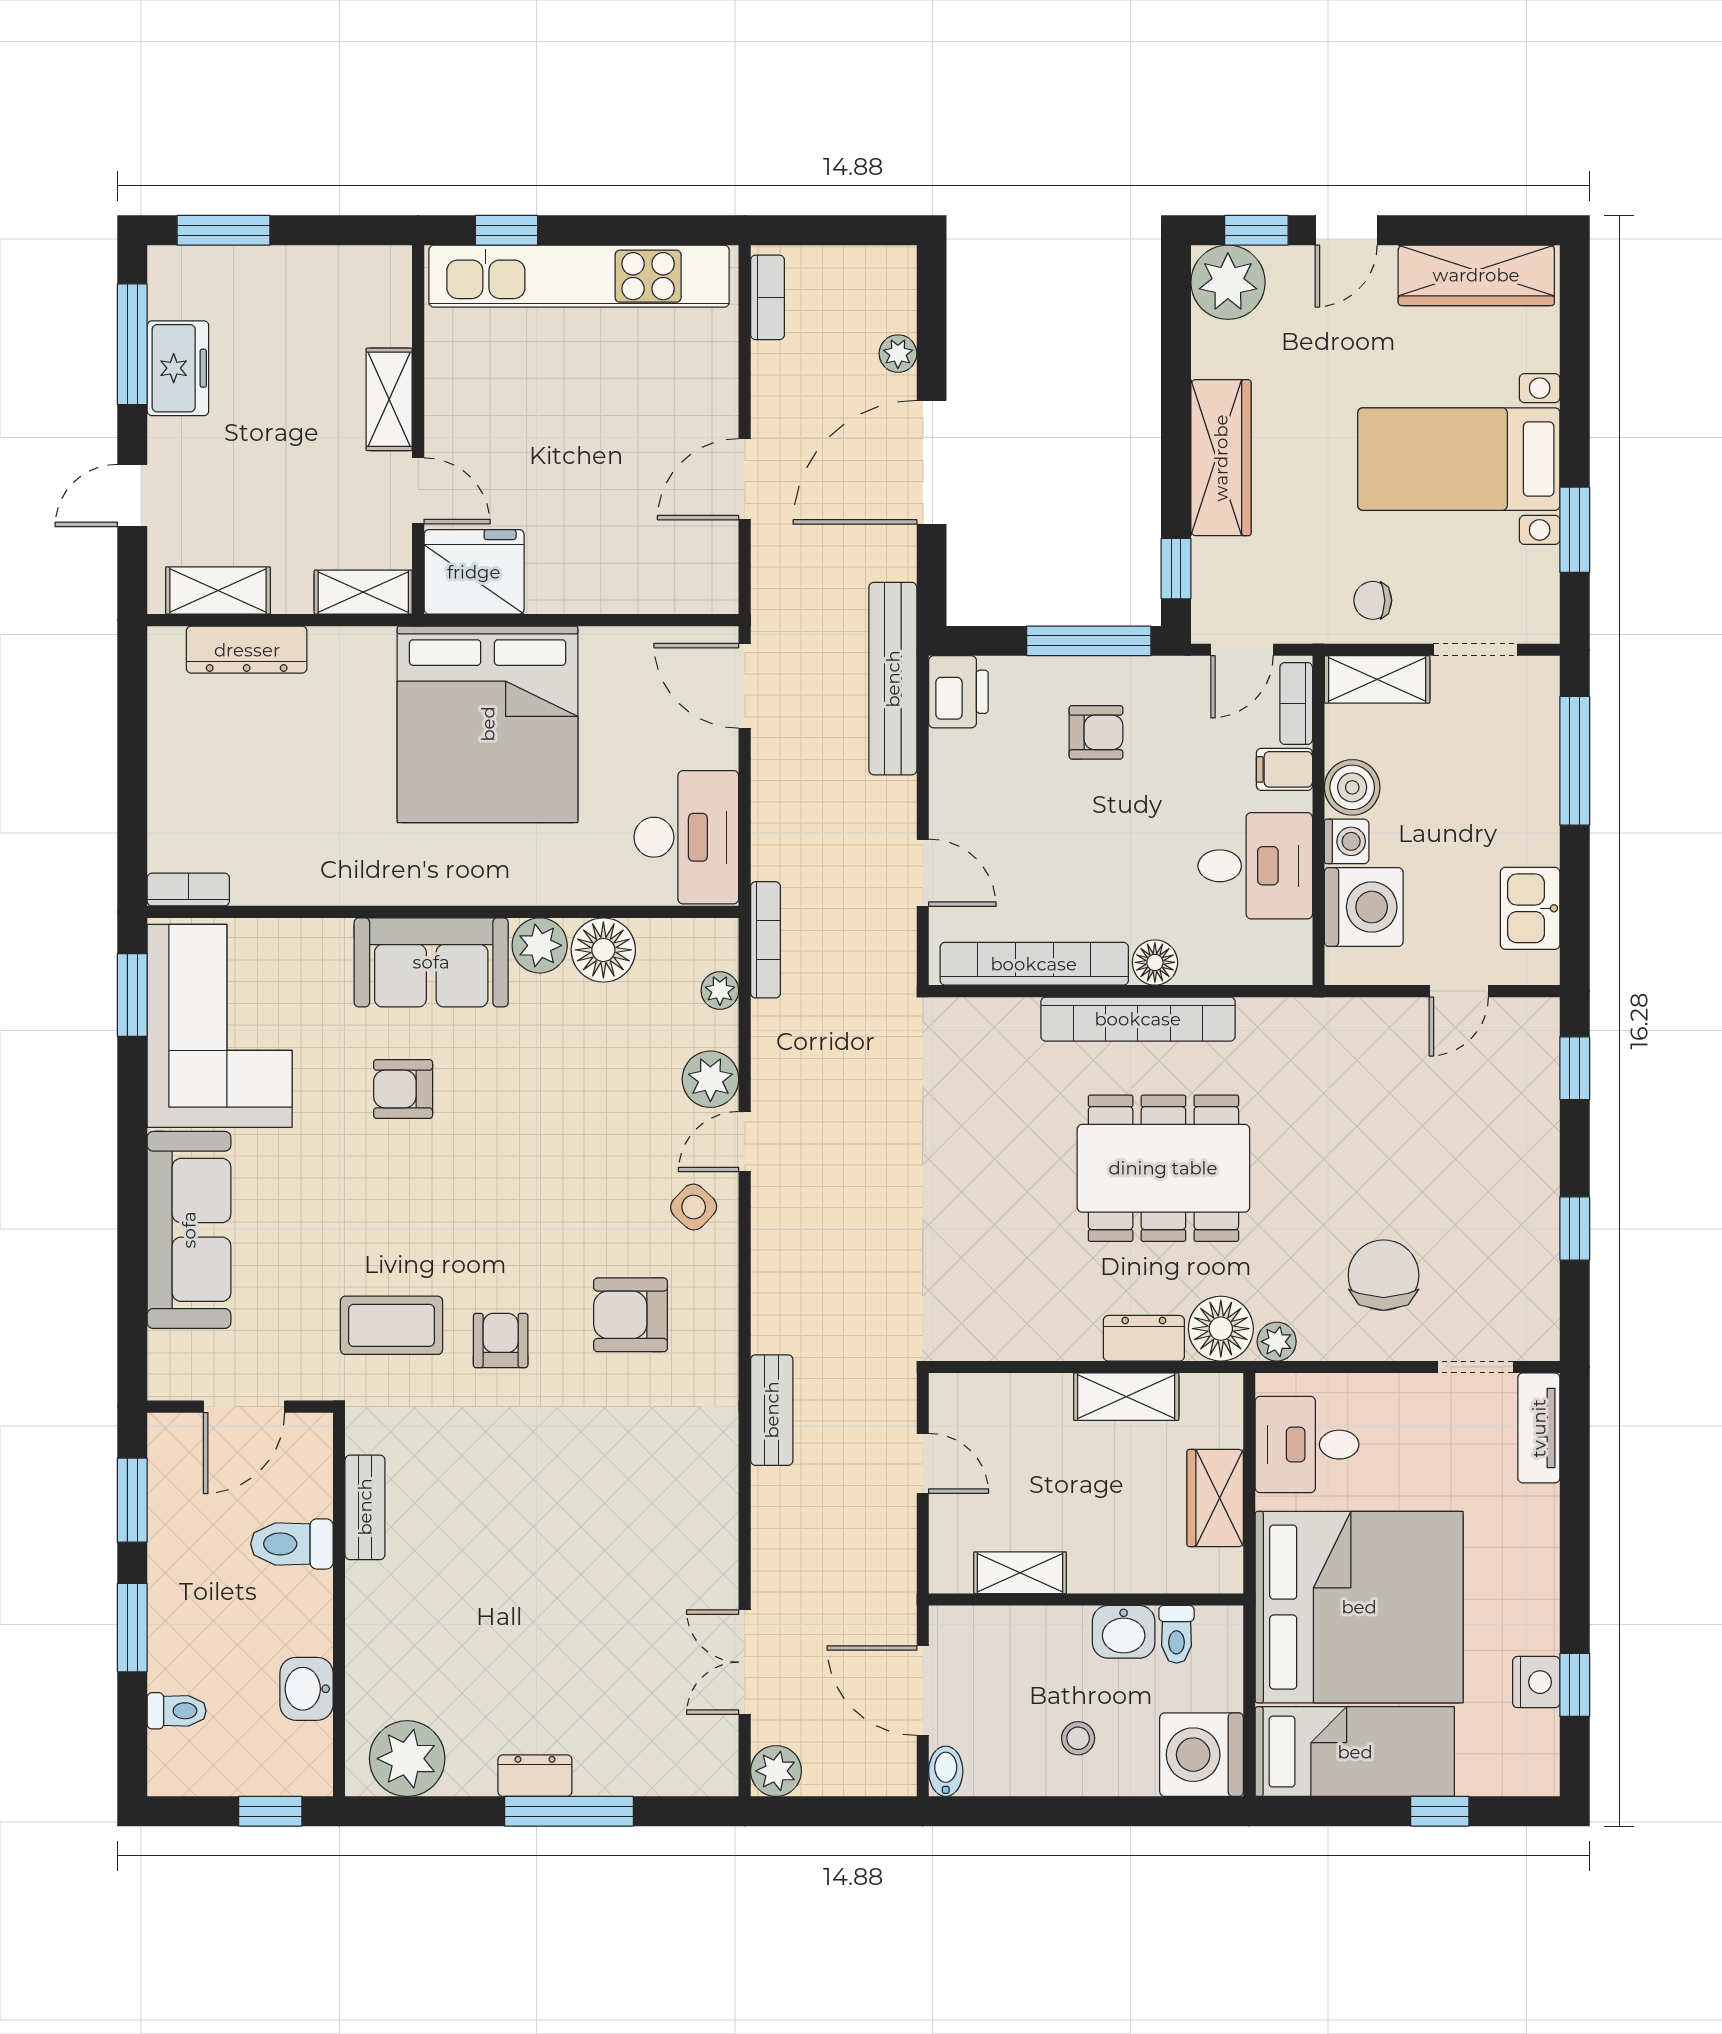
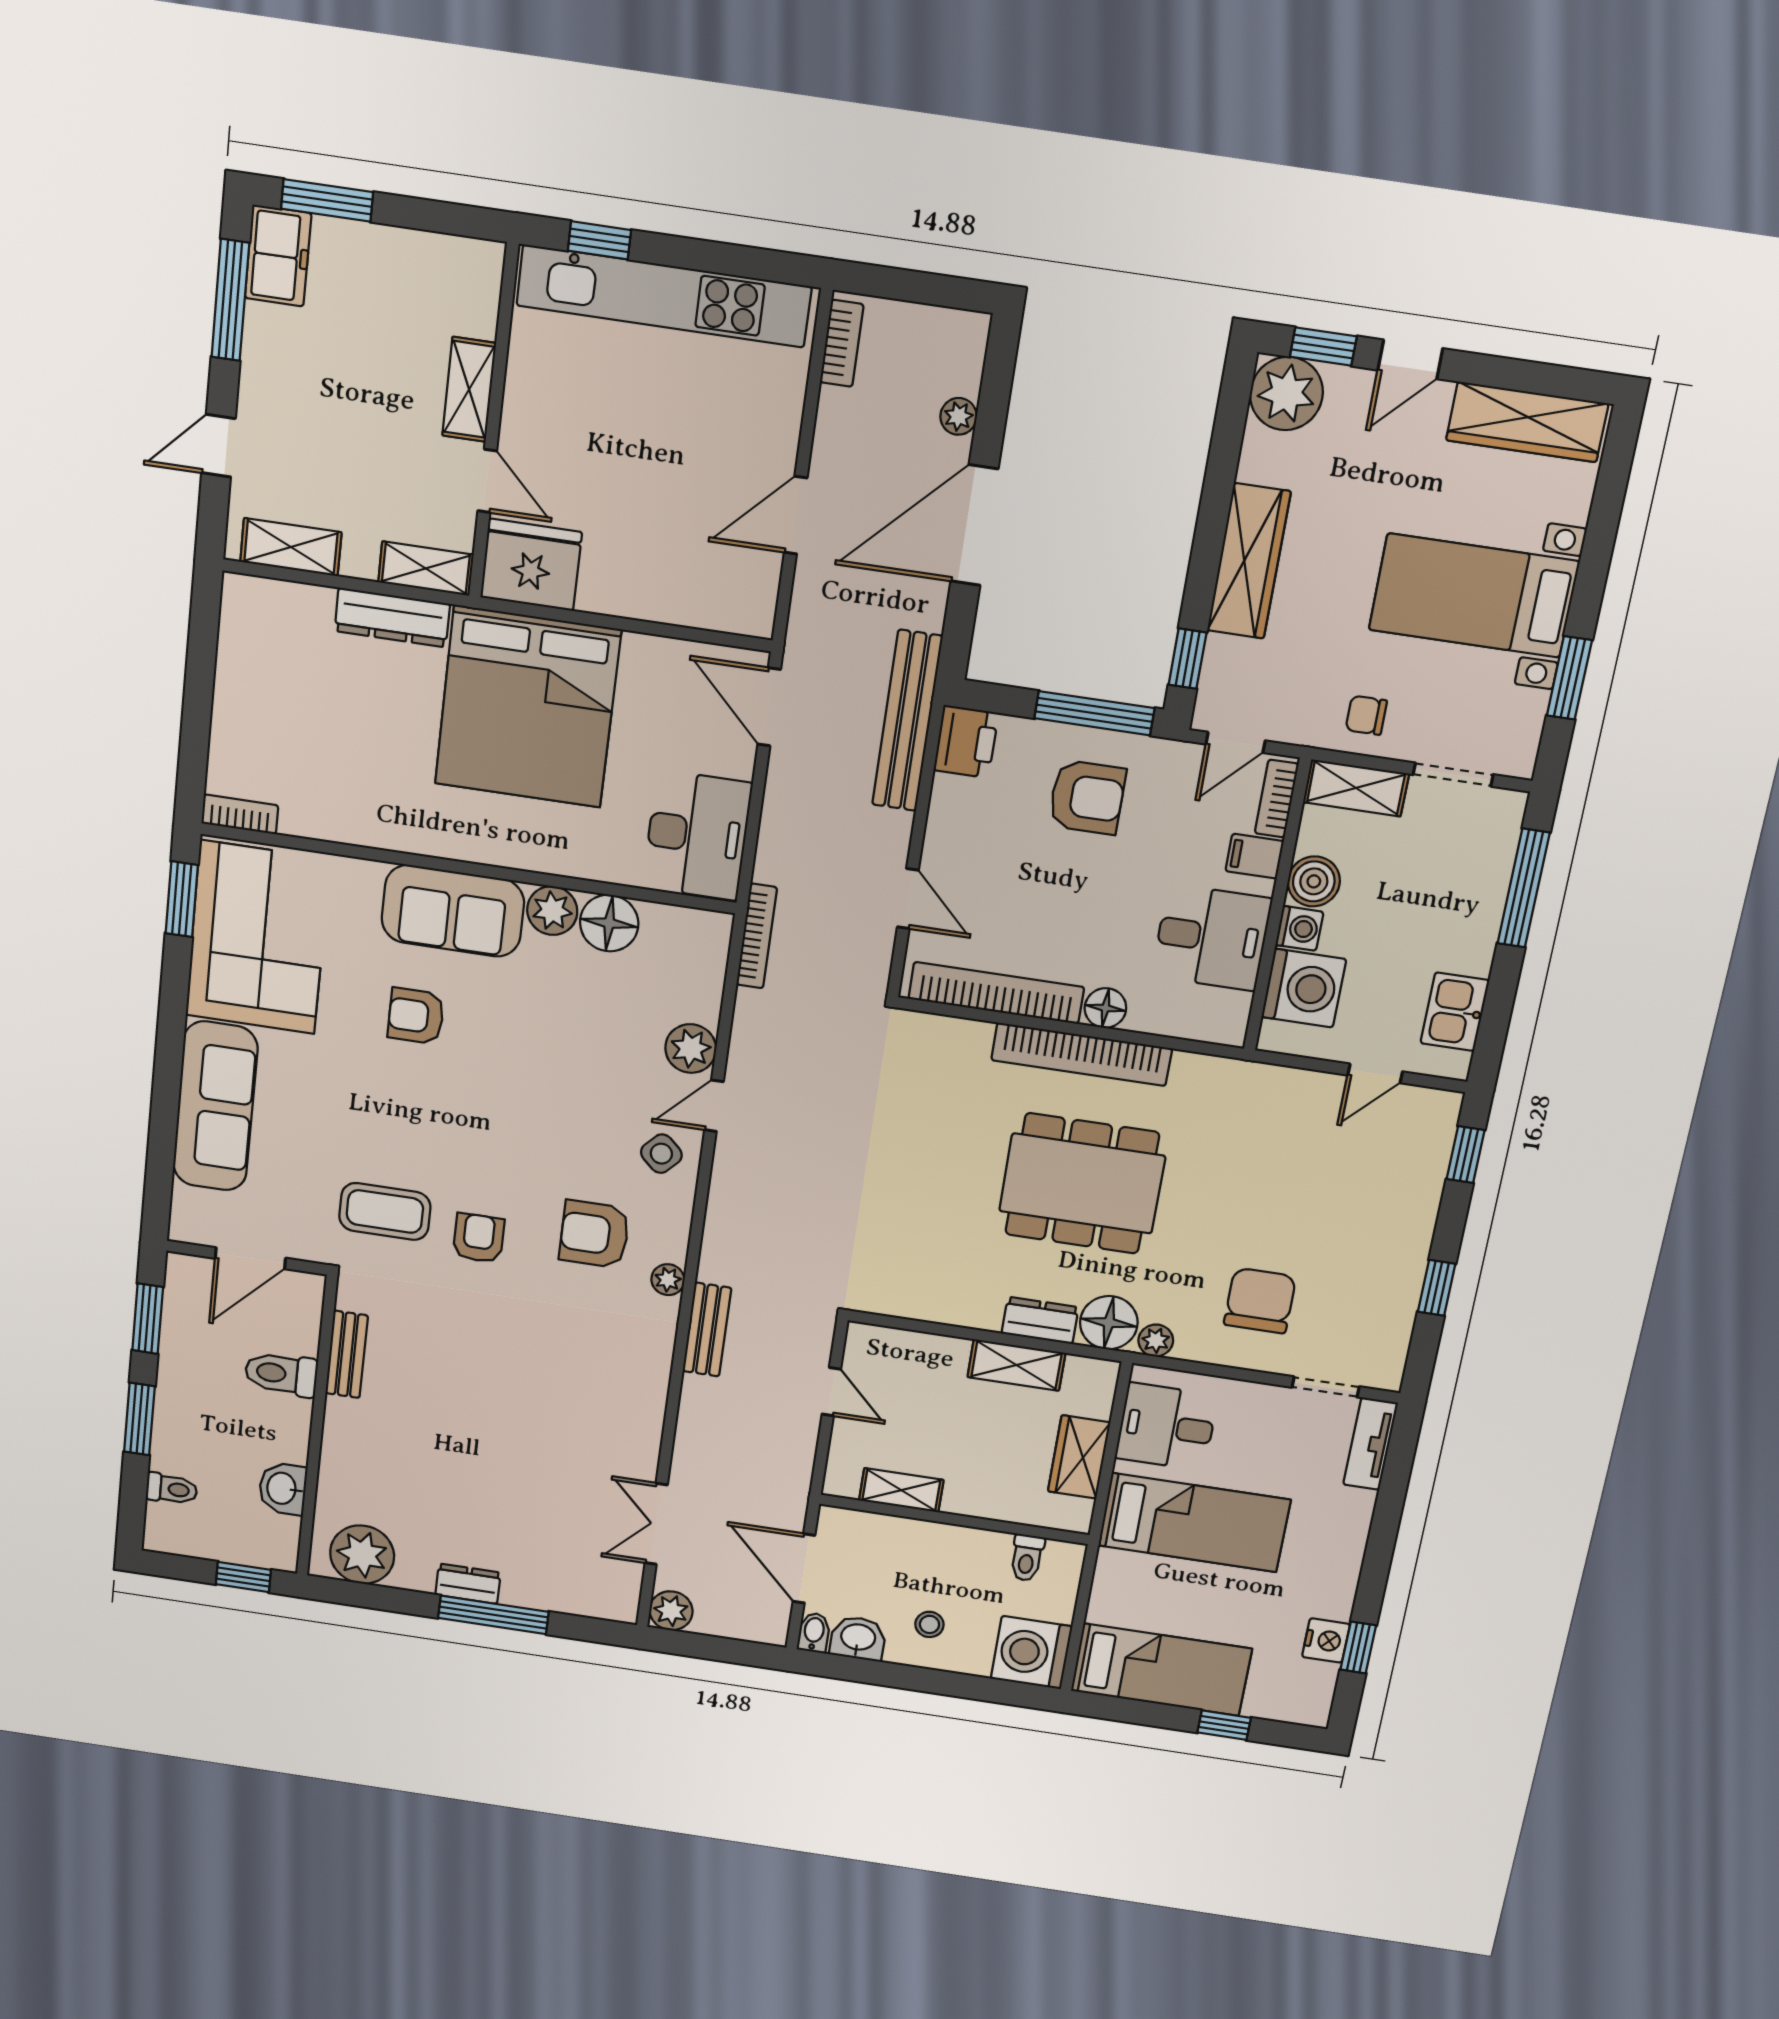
freezer: (178, 368) -> (278, 256), moved
dresser: (247, 650) -> (392, 618), moved
armchair: (1096, 732) -> (1087, 797), width x1.38, depth x1.38
plant: (720, 991) -> (668, 1280), moved
bed: (1359, 1607) -> (1194, 1523), width x0.49
washbasin: (1124, 1632) -> (858, 1638), moved, turned 180

